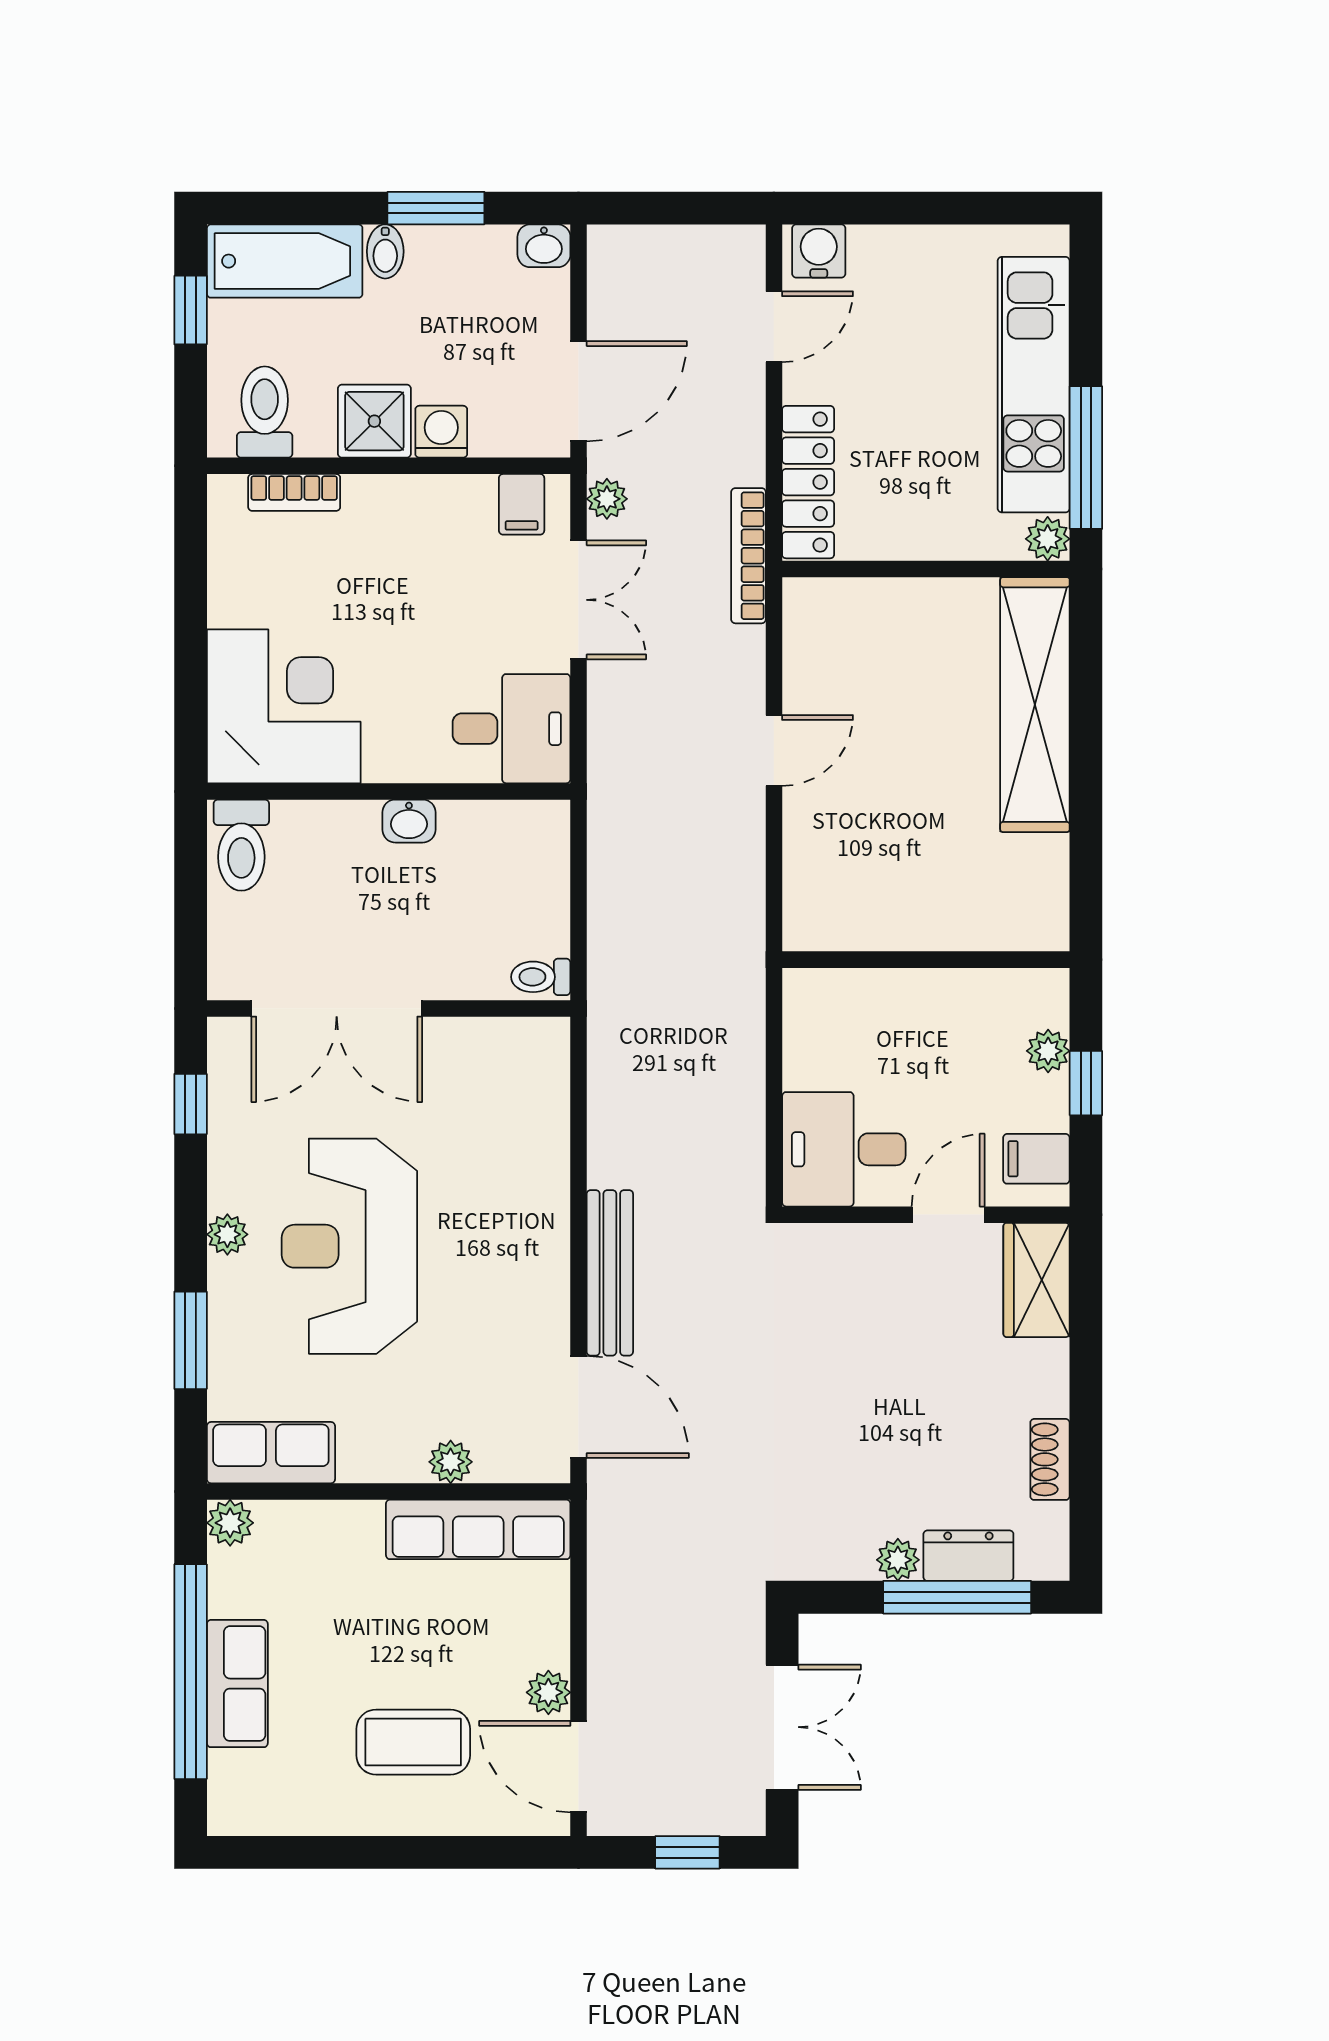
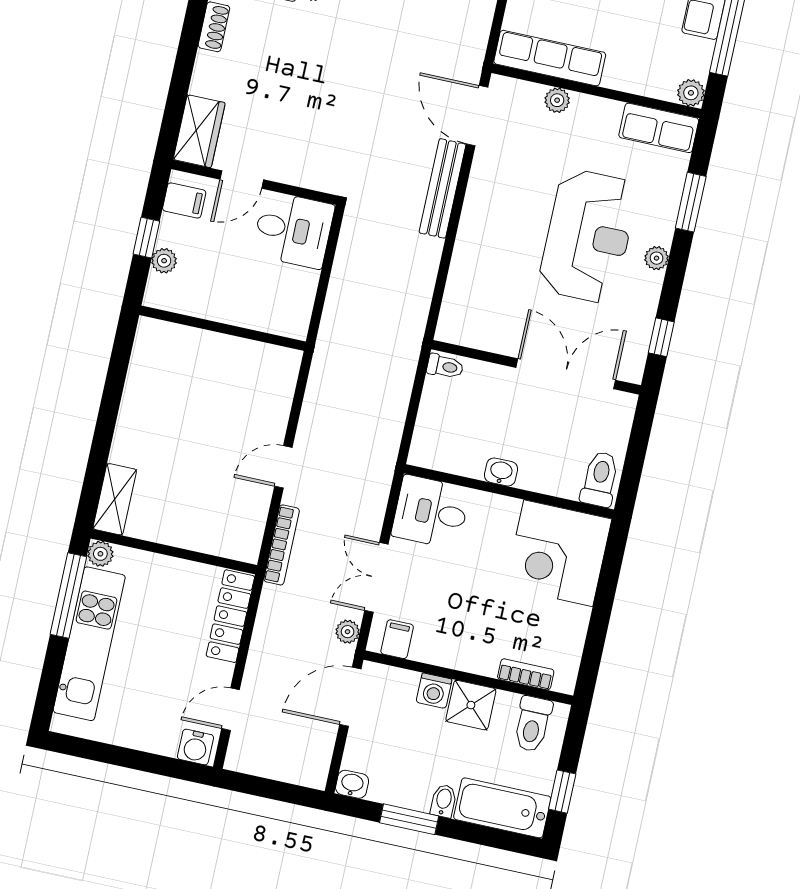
bookcase: (748, 556) -> (282, 545), moved
shelving: (1035, 705) -> (115, 499), width x0.45, depth x0.75

